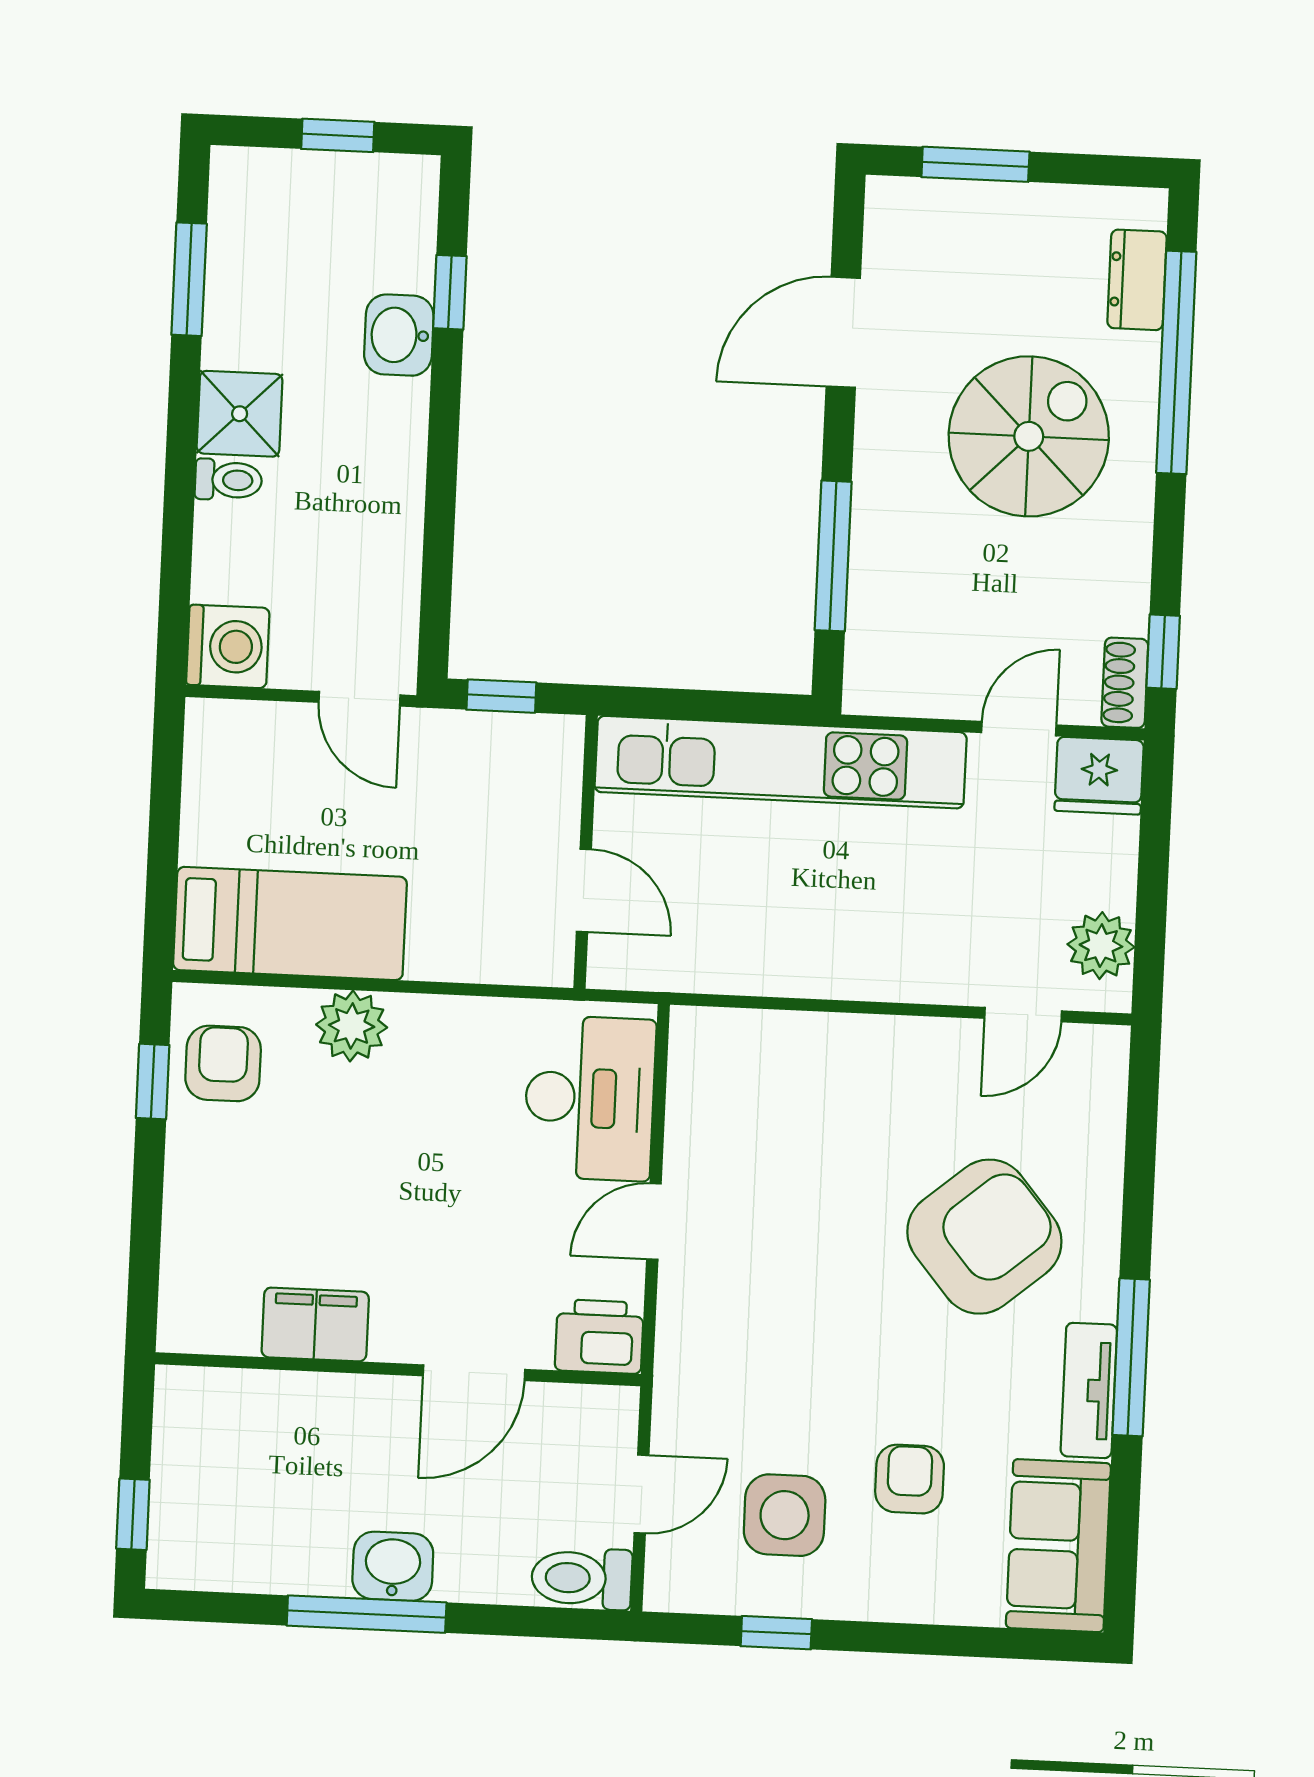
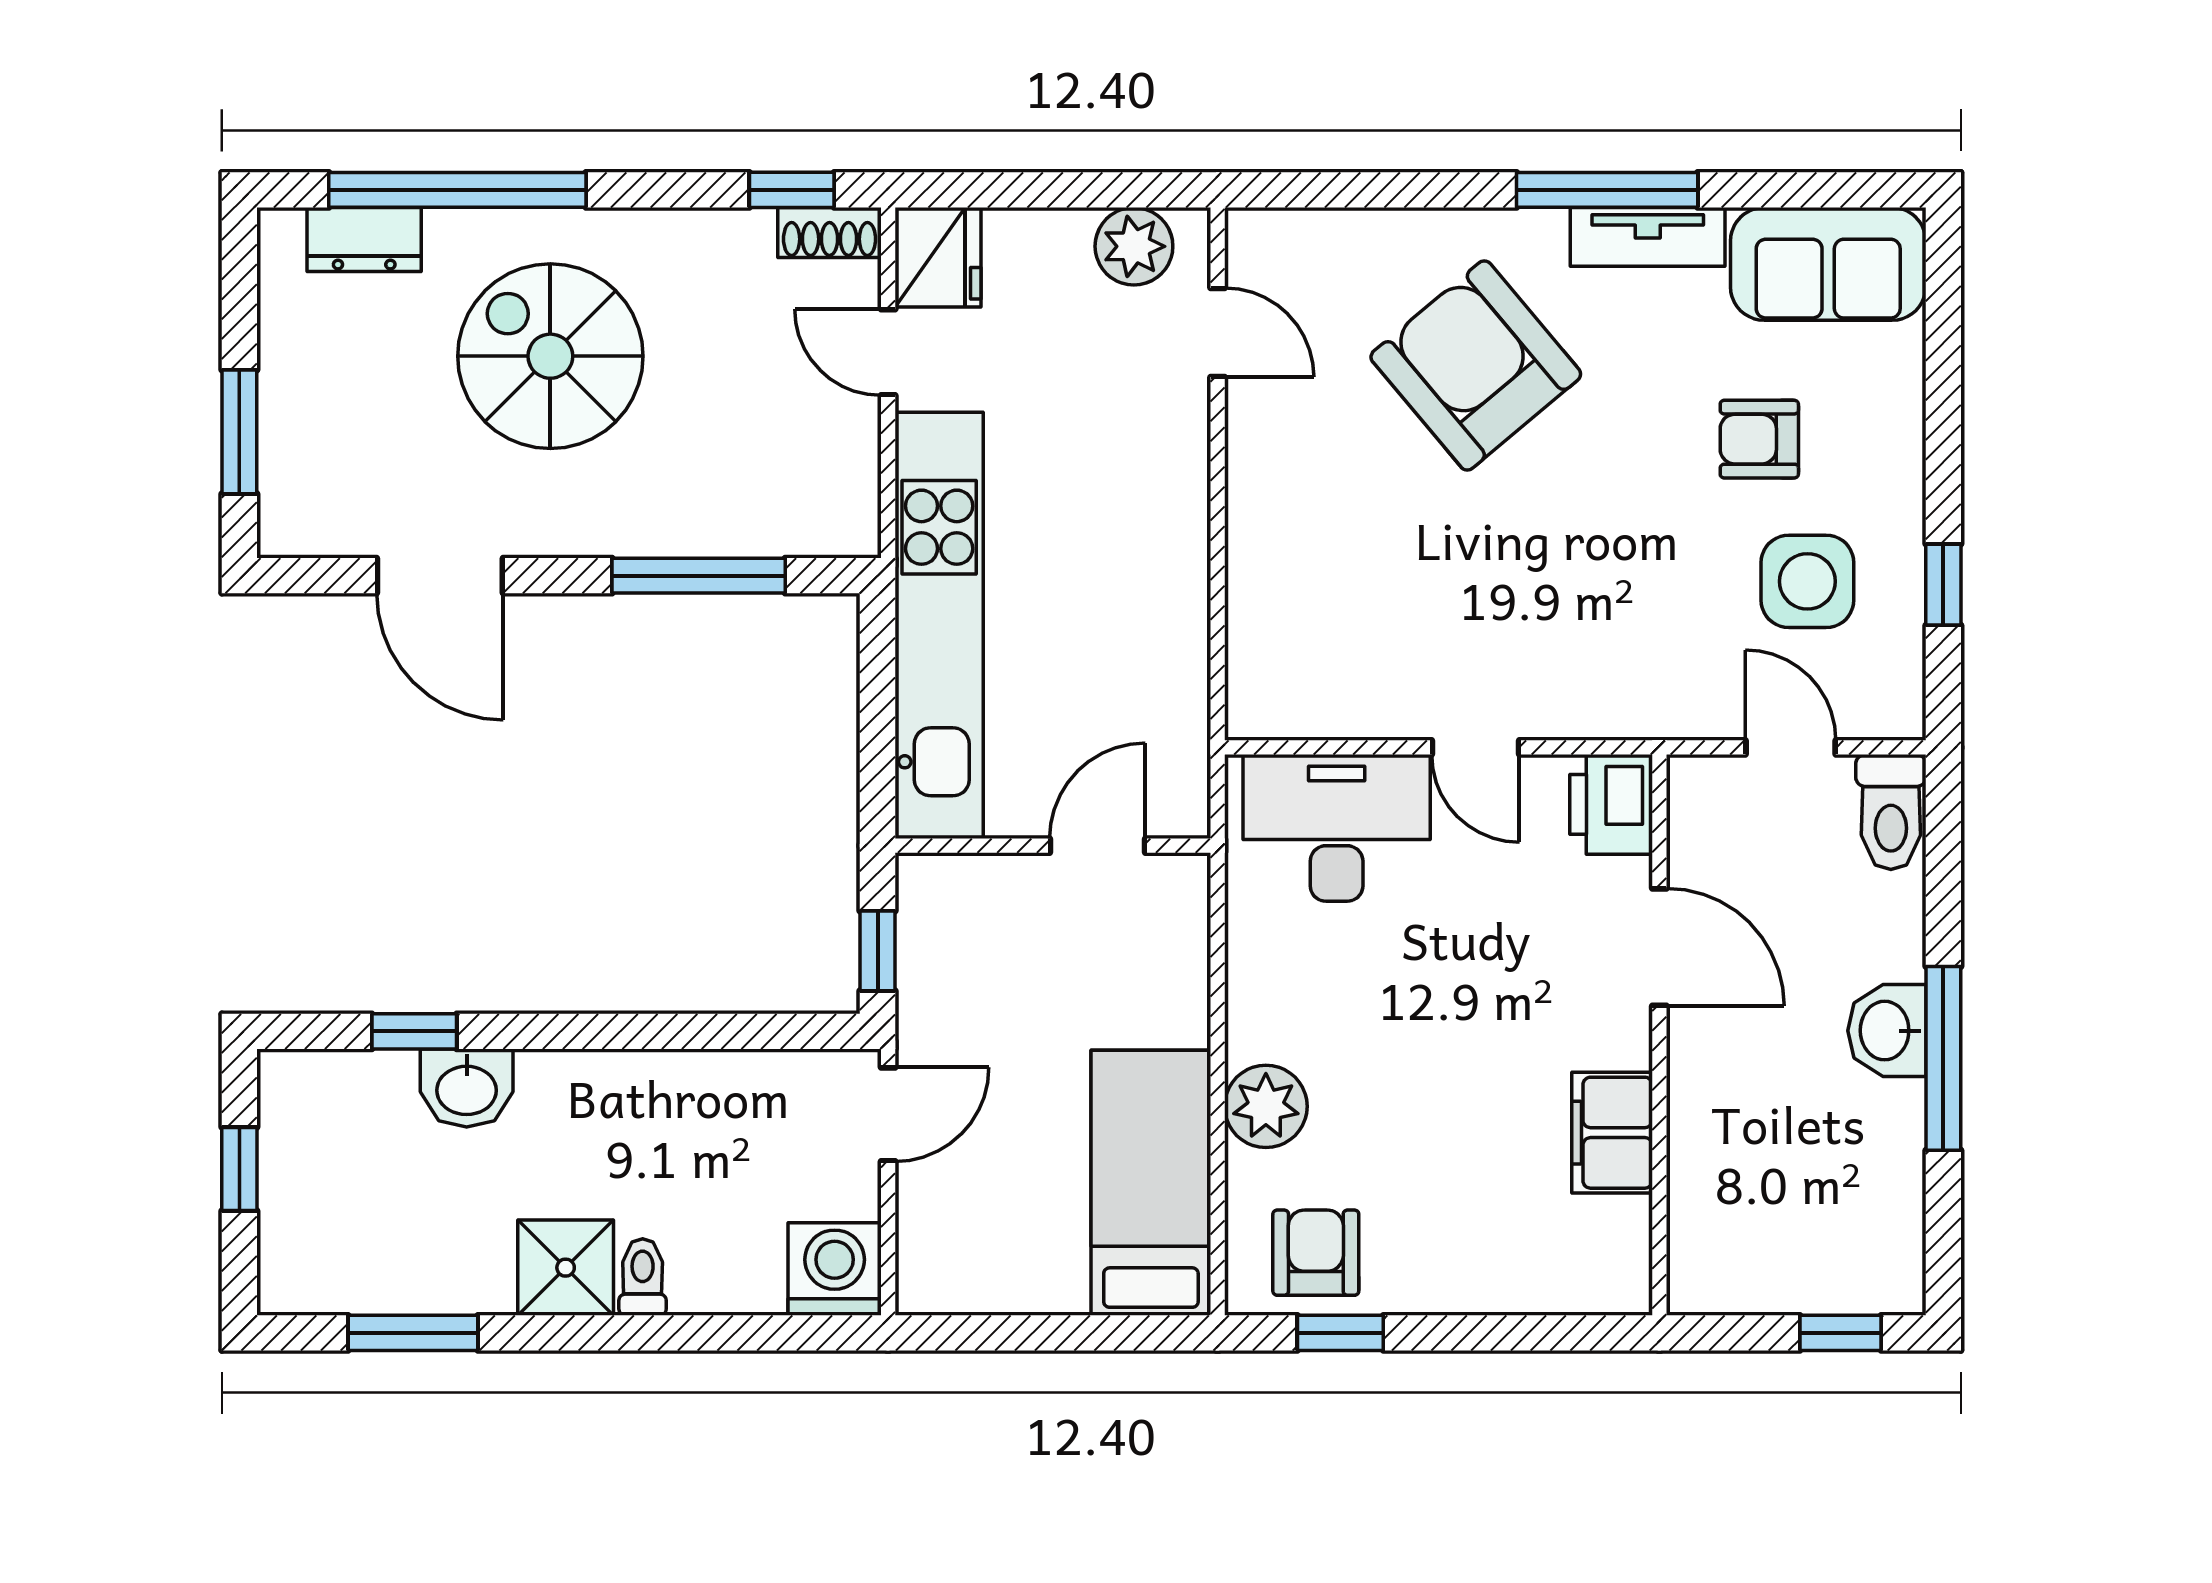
armchair: (223, 1063) -> (1316, 1253), turned 90

